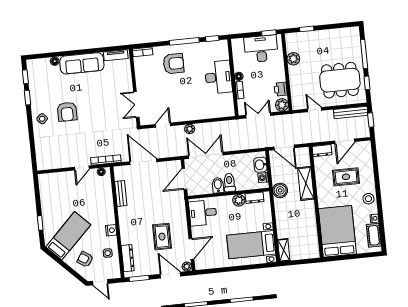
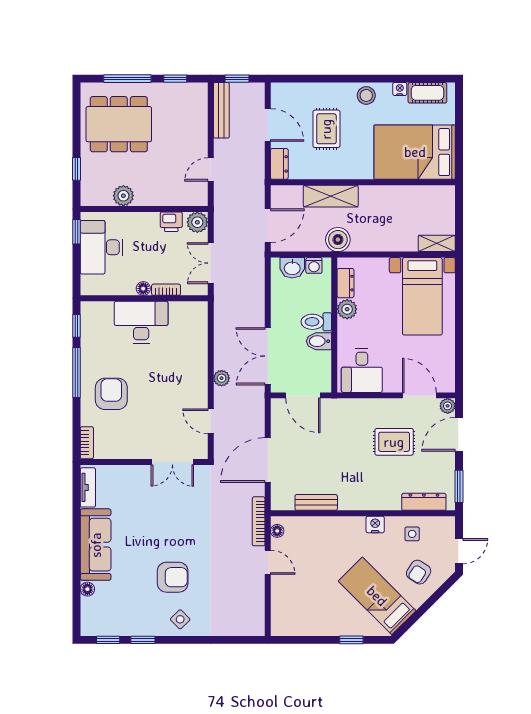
dining table: (340, 80) -> (119, 124), moved, turned 90

